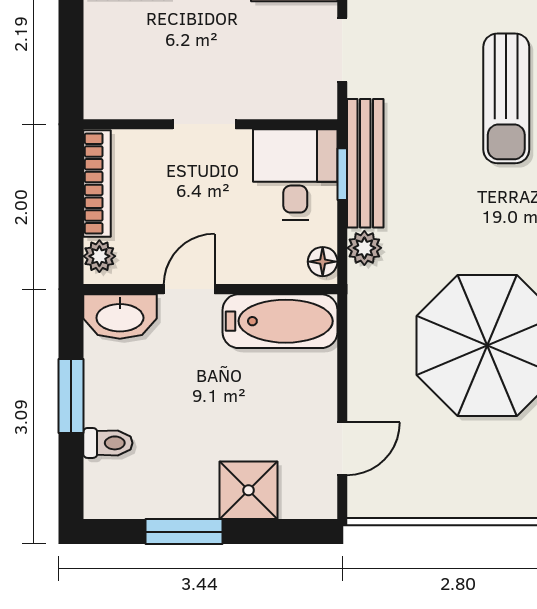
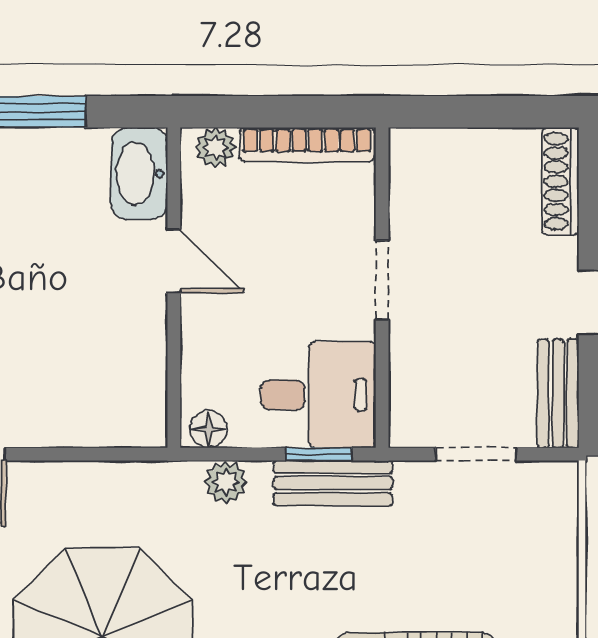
bench: (365, 163) -> (333, 483), width x0.73
bathtub: (280, 321) -> (133, 376), removed

